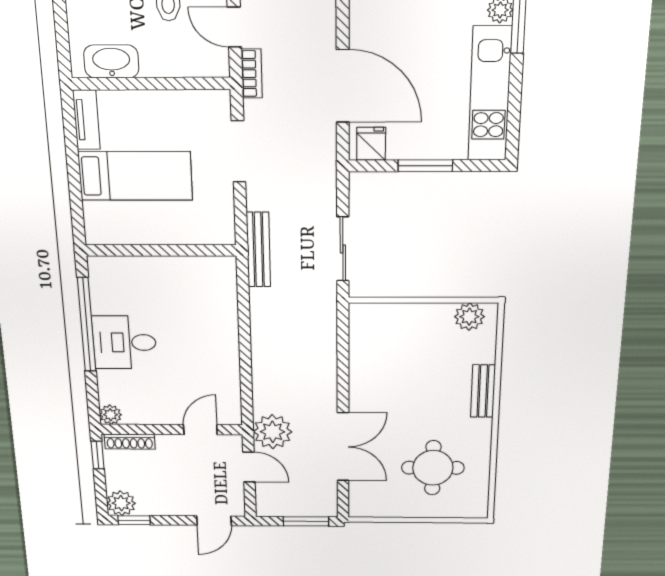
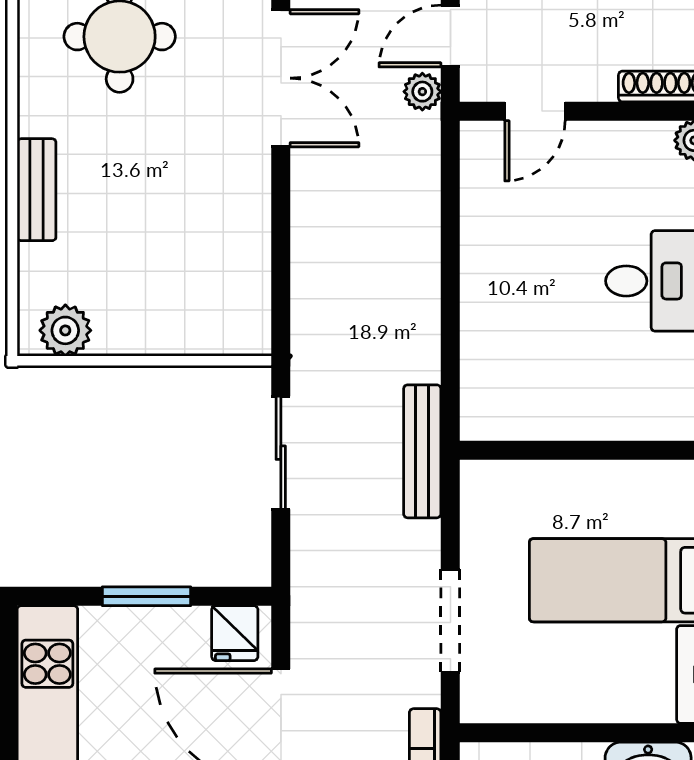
plant: (273, 432) -> (422, 92), width x0.53, depth x0.53
double door: (343, 447) -> (281, 78), swing flipped
door: (249, 467) -> (450, 36), hinge flipped

